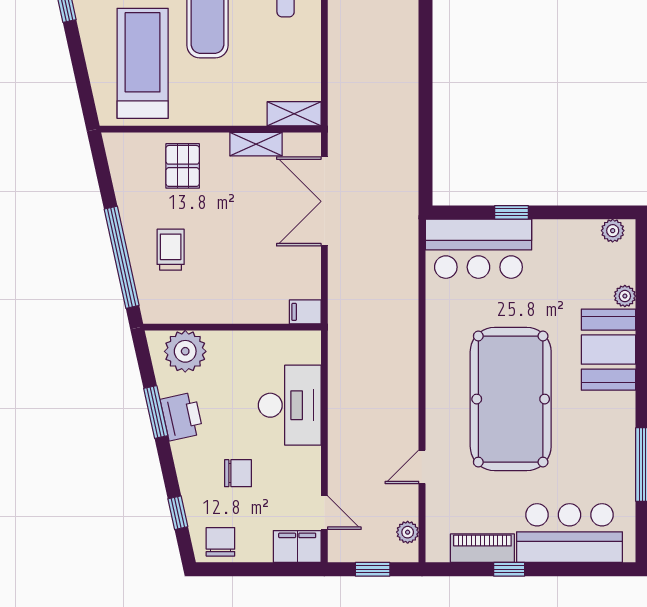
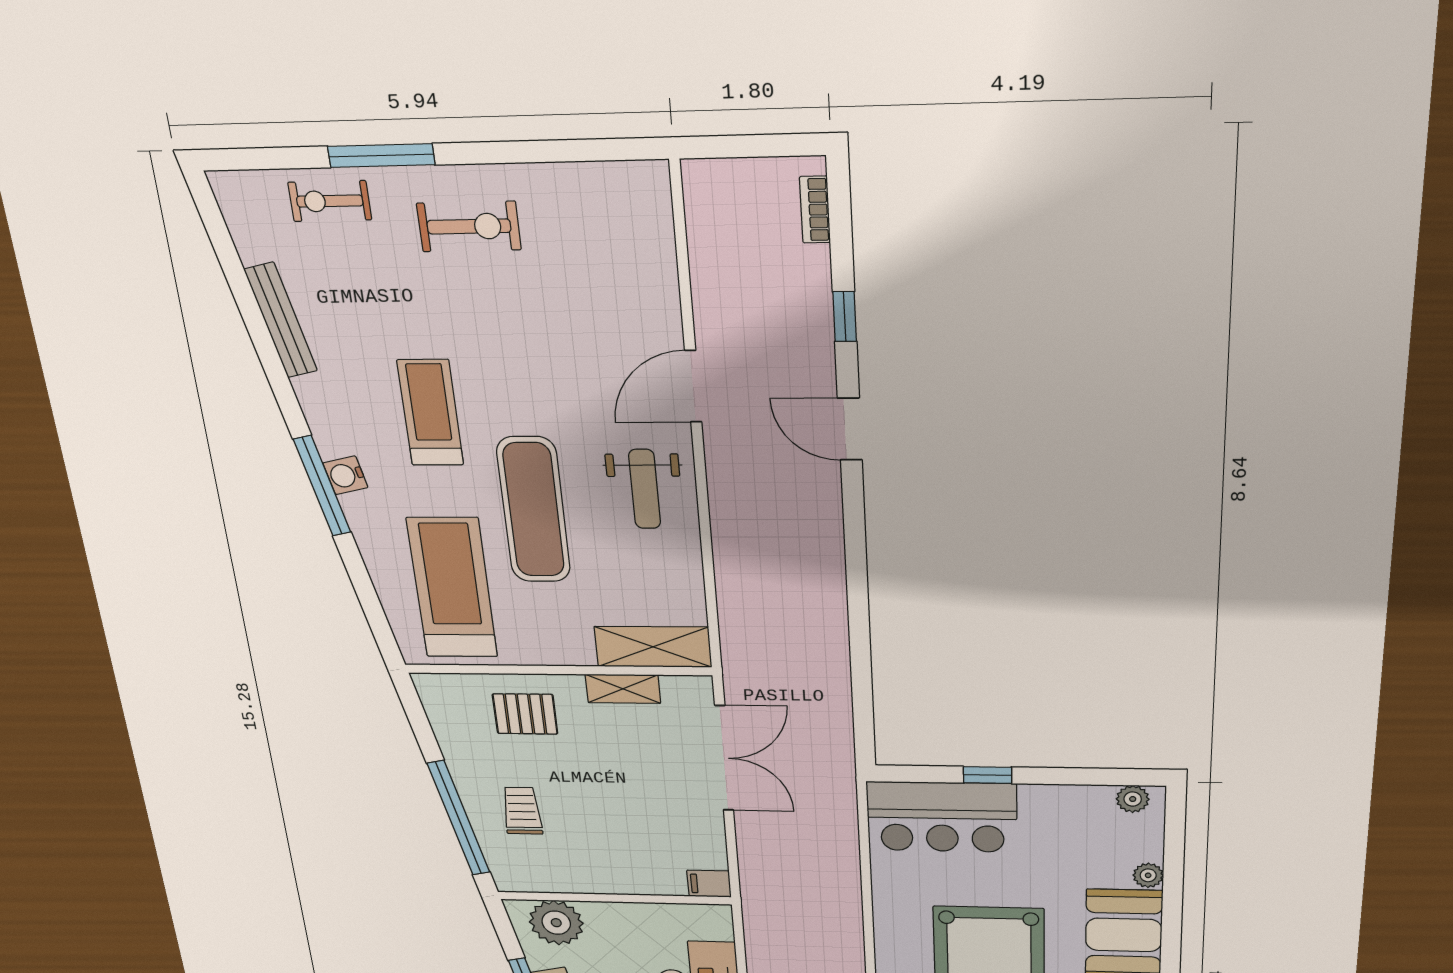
shelving: (294, 114) -> (653, 647), width x1.50, depth x1.33
pallet: (183, 166) -> (525, 714), turned 90
double door: (324, 201) -> (724, 758), swing flipped

